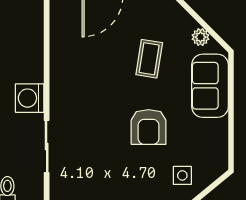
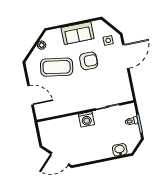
coffee table: (149, 59) -> (57, 67), width x1.86, depth x1.72
sofa: (210, 86) -> (78, 33), moved

